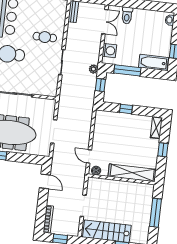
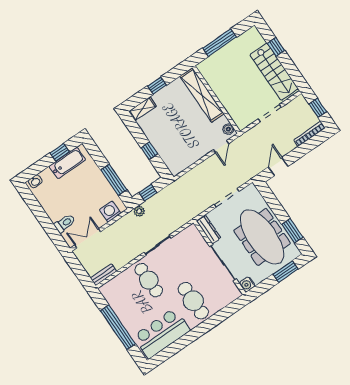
cafe table: (45, 37) -> (149, 280), width x1.37, depth x1.35
bathtub: (153, 62) -> (67, 163), moved, turned -90
dresser: (44, 103) -> (209, 230), added

